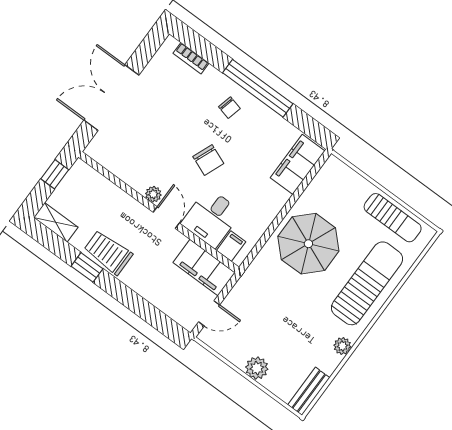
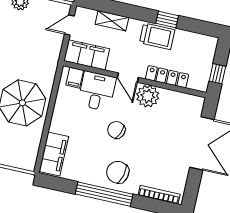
bookcase: (191, 58) -> (159, 195), width x1.56
chair: (229, 108) -> (118, 172), width x1.87, depth x1.87
plant: (153, 194) -> (148, 96), width x1.87, depth x1.87
locker: (118, 198) -> (167, 77), added
shelving: (56, 222) -> (112, 21), moved

